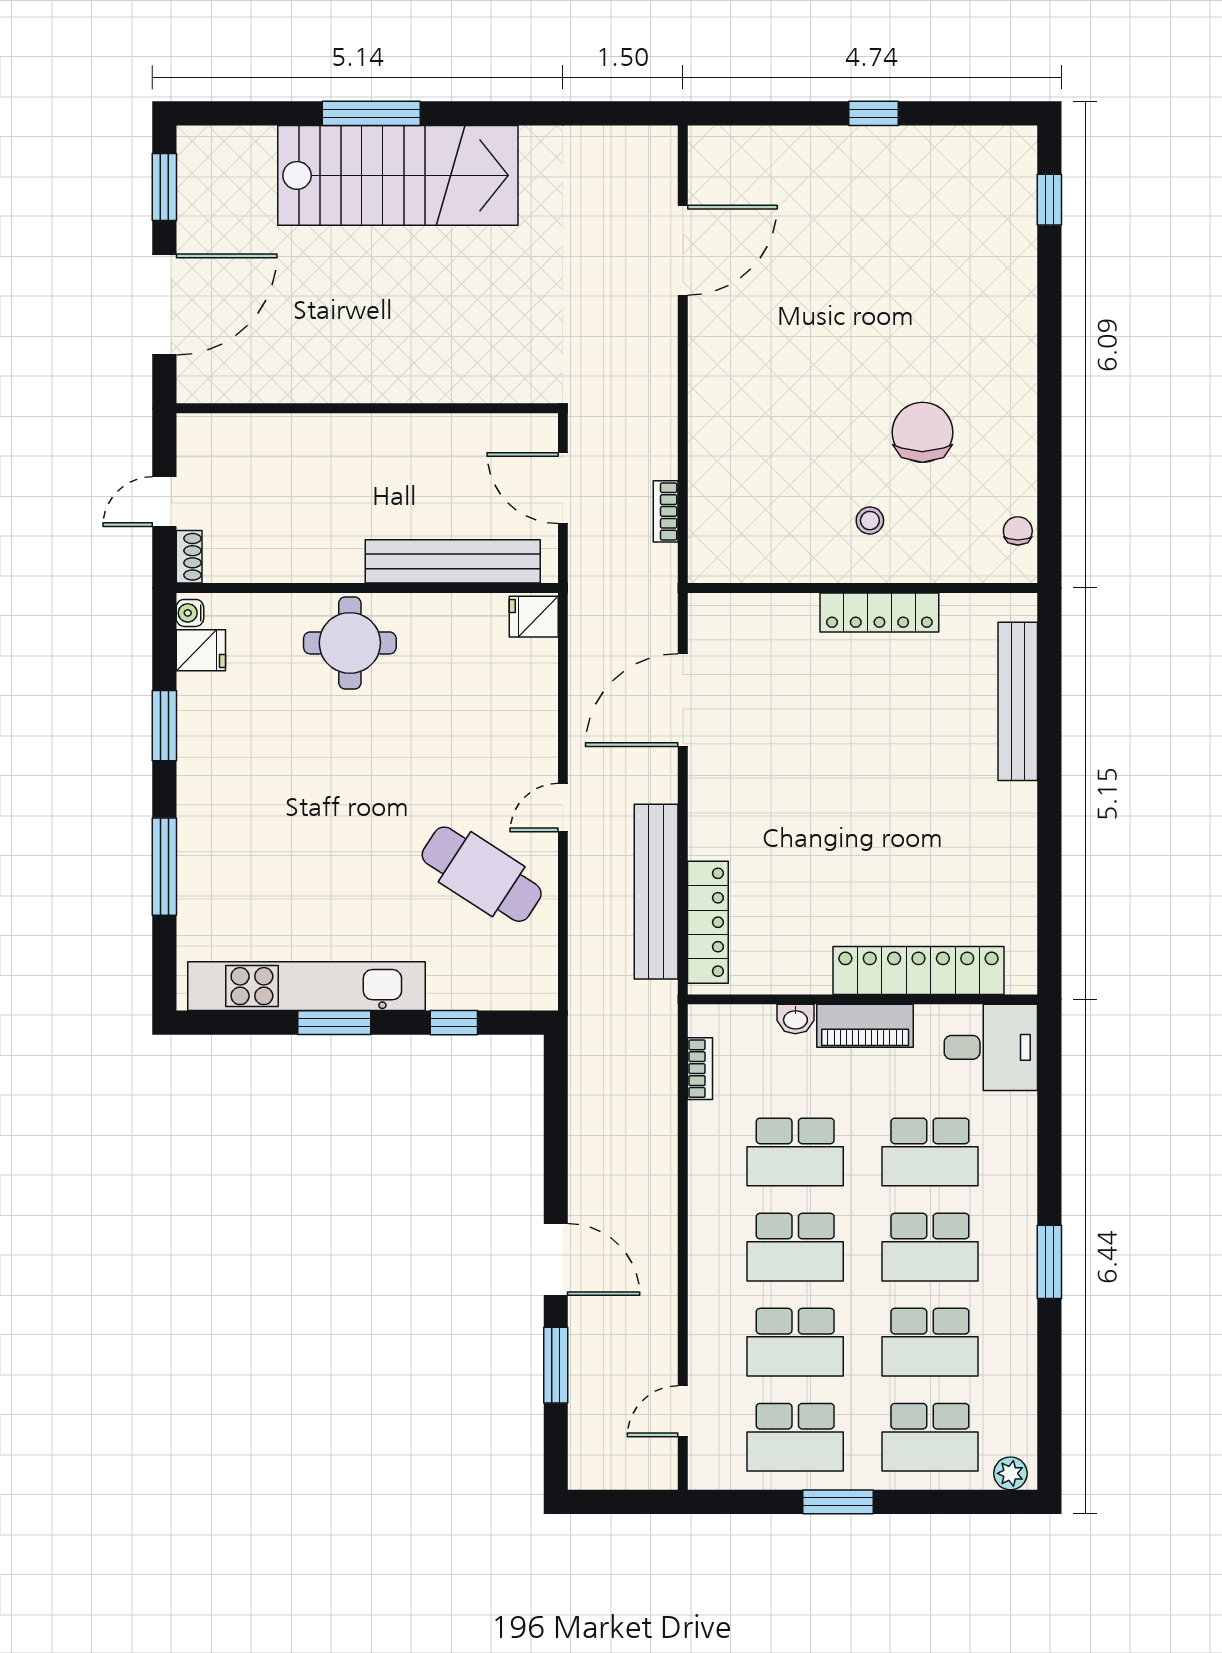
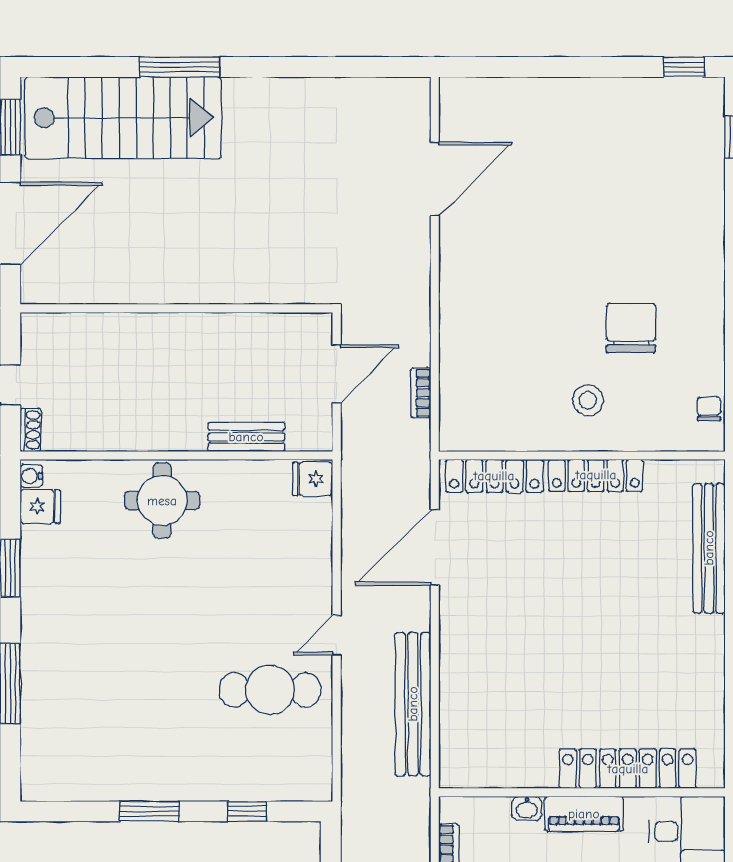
window: (873, 113) -> (684, 67), moved
stairs: (398, 175) -> (123, 118), moved
door: (563, 488) -> (337, 374), swing flipped
stool: (870, 521) -> (588, 400), width x1.37, depth x1.37
bench: (453, 561) -> (246, 437), width x0.54, depth x0.82
cafe table: (482, 874) -> (270, 690), turned -33
locker: (708, 922) -> (494, 476), moved, turned 90
kitchen unit: (307, 986) -> (127, 781), removed

